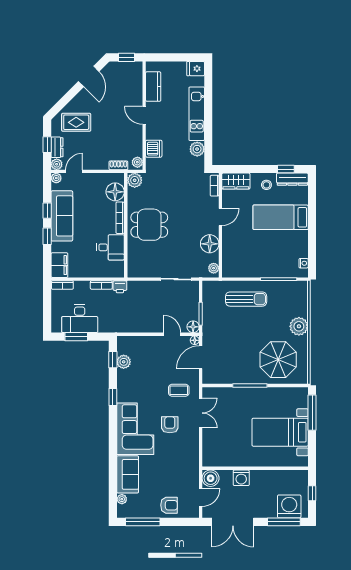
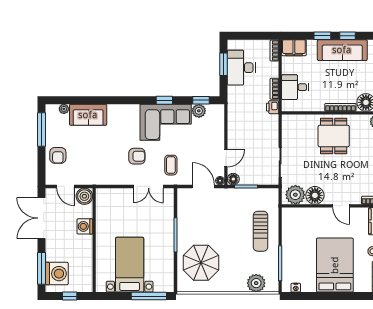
bed: (281, 217) -> (335, 265), width x1.50
desk: (110, 247) -> (295, 87), moved, turned 90
plant: (214, 268) -> (295, 195), width x1.87, depth x1.87
plant: (299, 326) -> (256, 283), moved
corner sofa: (135, 429) -> (166, 122), moved

